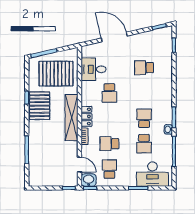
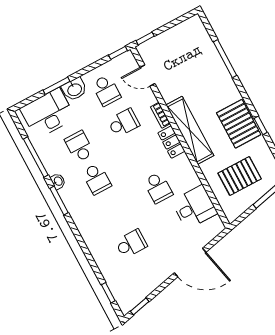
pallet: (56, 74) -> (240, 176), width x0.73, depth x0.71
school desk: (109, 93) -> (158, 188), turned 180
washbasin: (89, 180) -> (74, 89), moved

